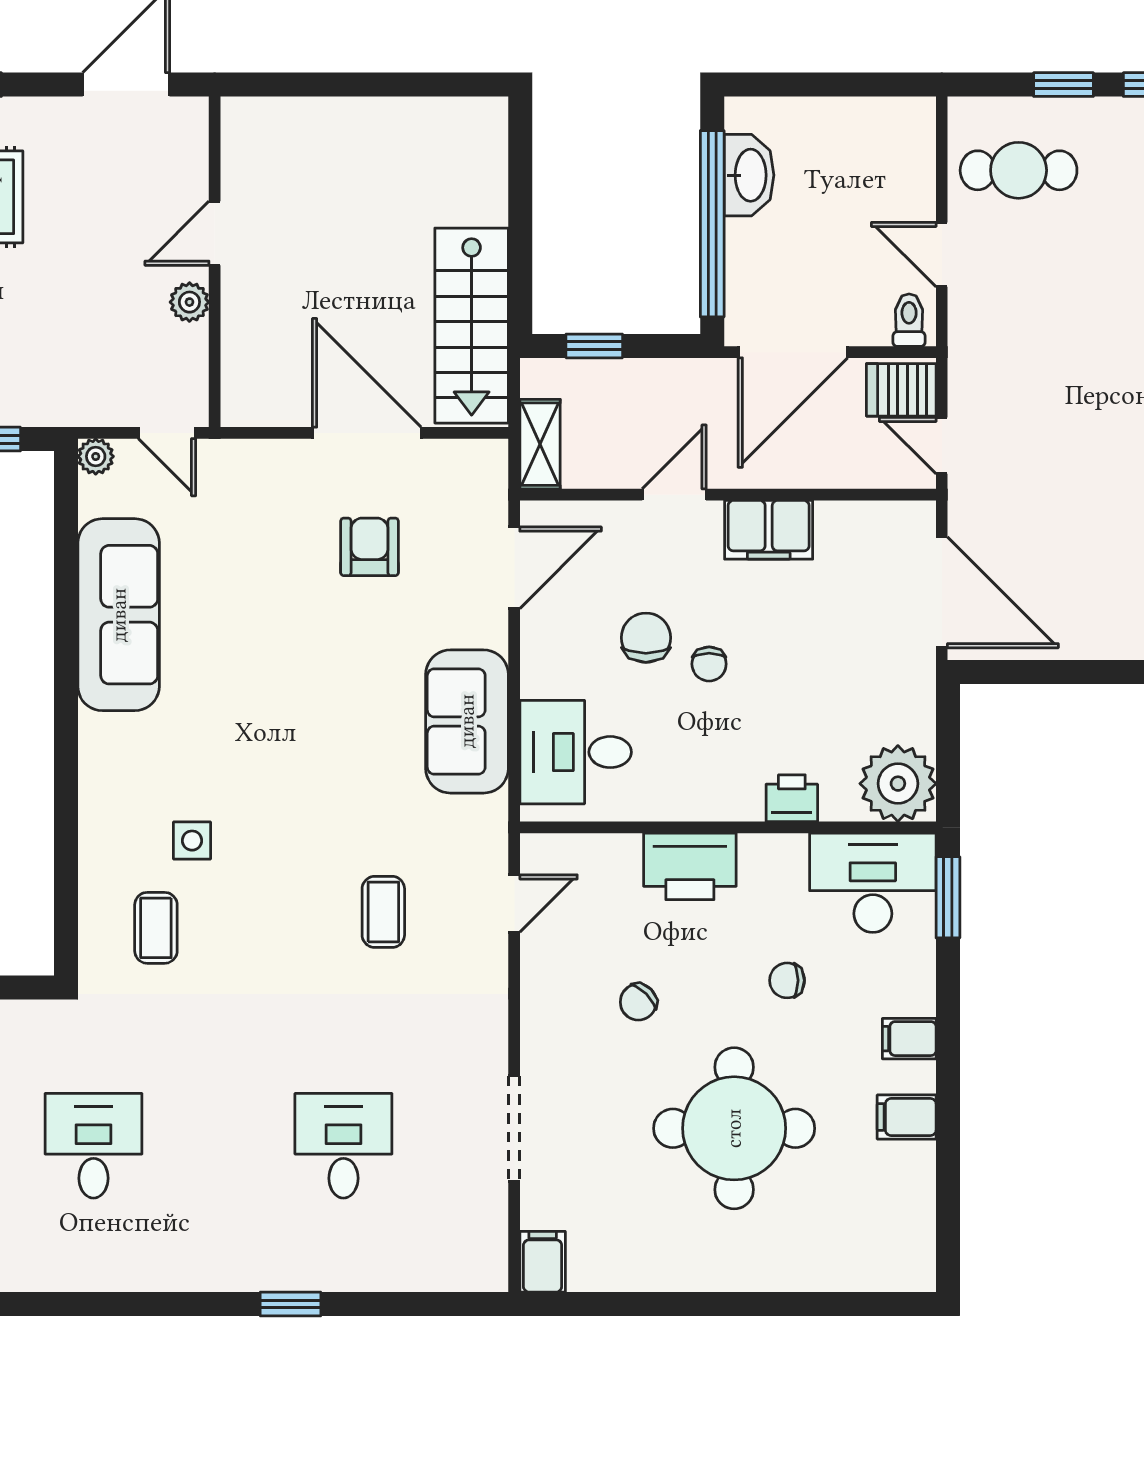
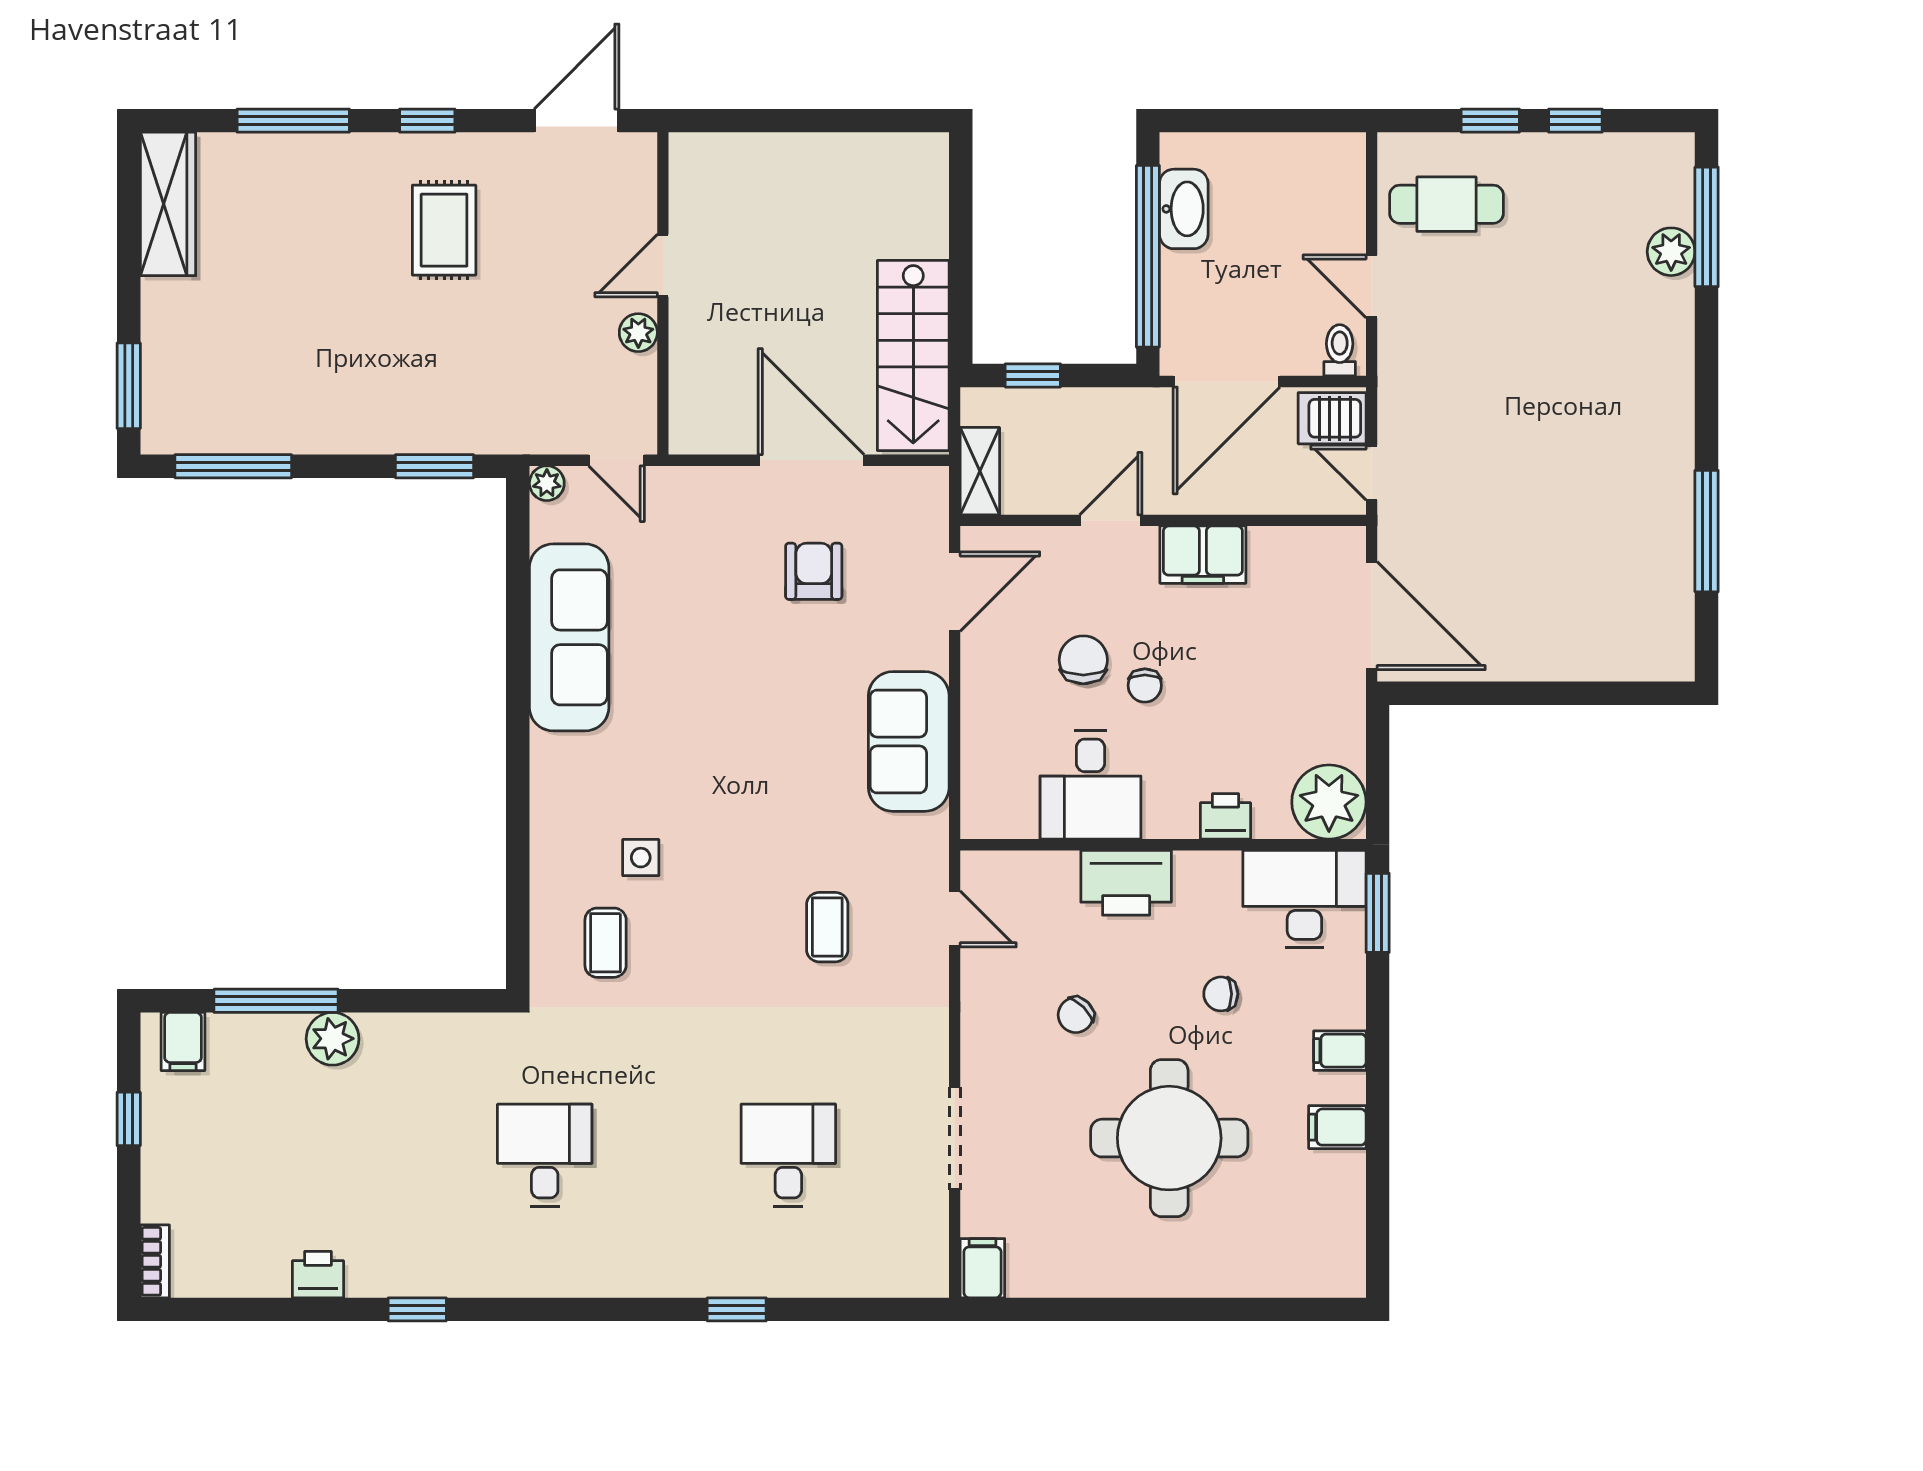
desk: (576, 752) -> (1091, 785), moved, turned -90
door: (514, 903) -> (955, 919), hinge flipped

